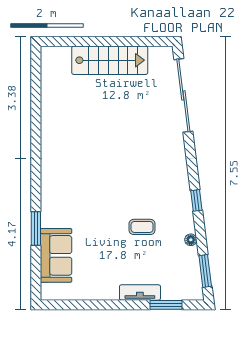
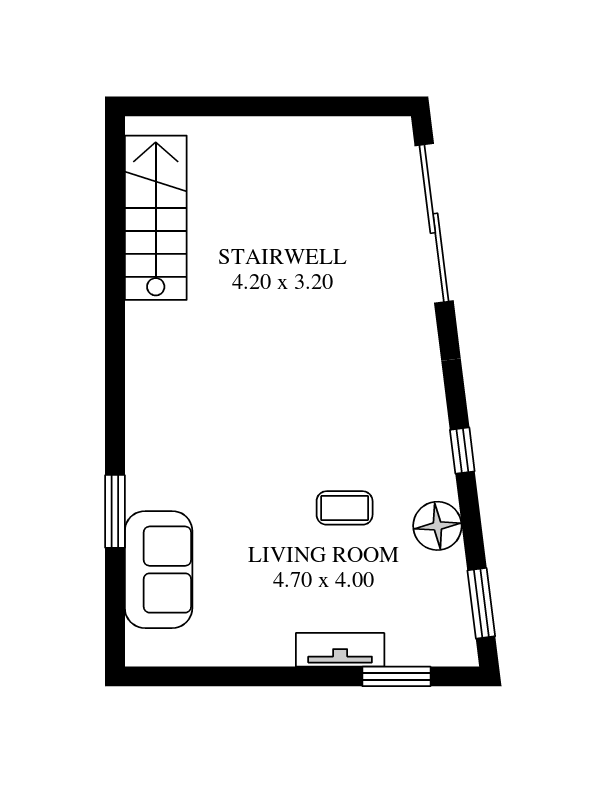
stairs: (110, 60) -> (156, 218), moved, turned -90
floor lamp: (191, 240) -> (437, 526), width x1.89, depth x1.89

